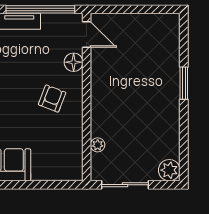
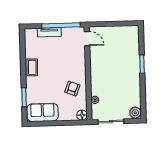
floor lamp: (74, 62) -> (82, 115), moved
armchair: (52, 99) -> (72, 88), moved

